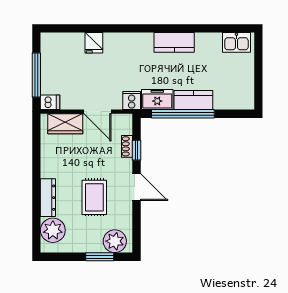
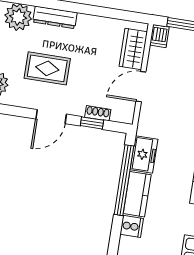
cooker: (132, 100) -> (132, 226), moved

